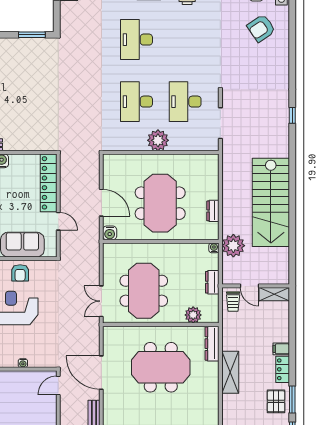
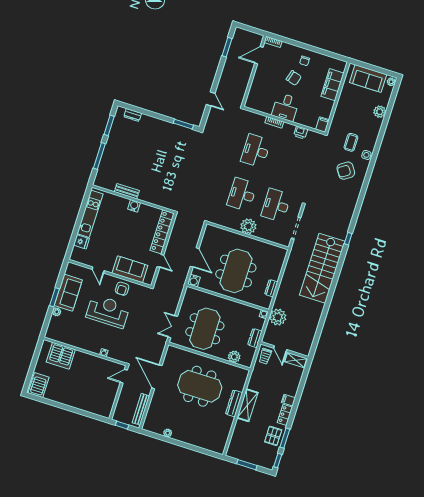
stairs: (271, 202) -> (322, 268), moved
dresser: (212, 344) -> (234, 403), moved

